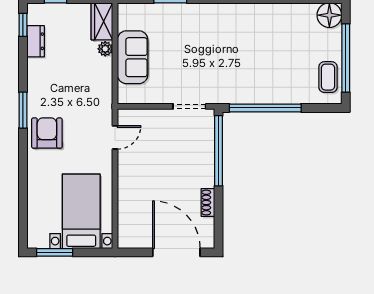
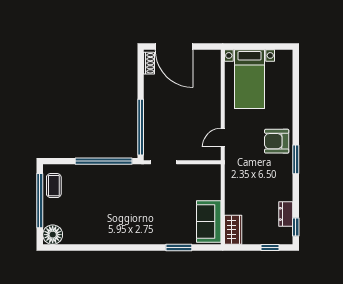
plant: (105, 49) -> (230, 208), removed
sofa: (133, 57) -> (209, 222), moved
armchair: (47, 133) -> (277, 141), turned 90
shoe rack: (208, 203) -> (149, 63), moved
window: (55, 252) -> (271, 47), removed

